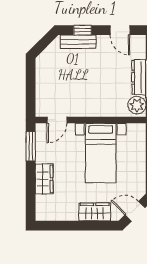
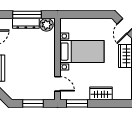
window: (31, 87) -> (33, 103), added

